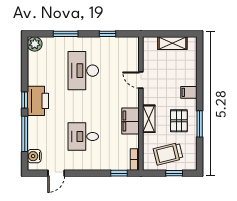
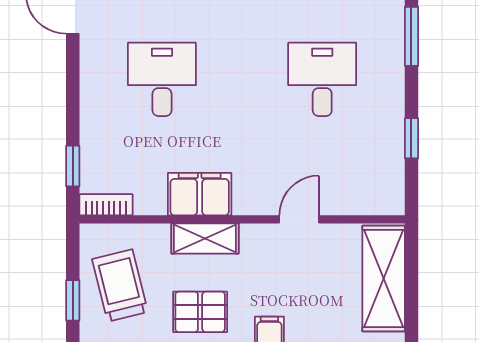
shelving: (172, 43) -> (384, 279), width x1.50, depth x1.33
desk: (83, 71) -> (322, 79), width x0.73

